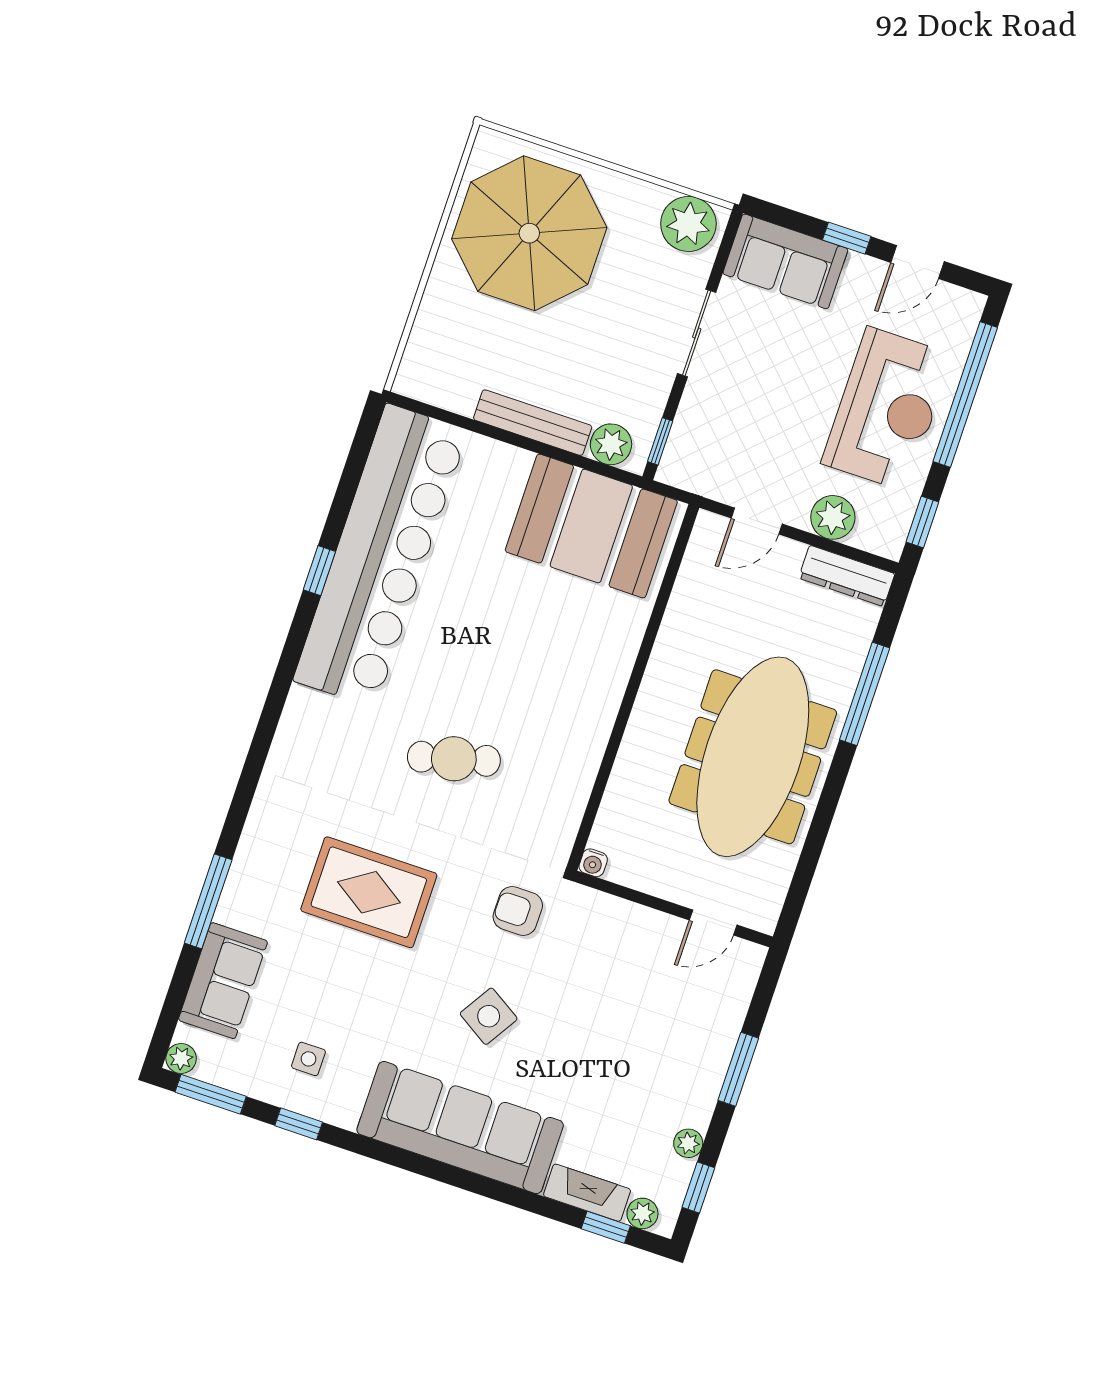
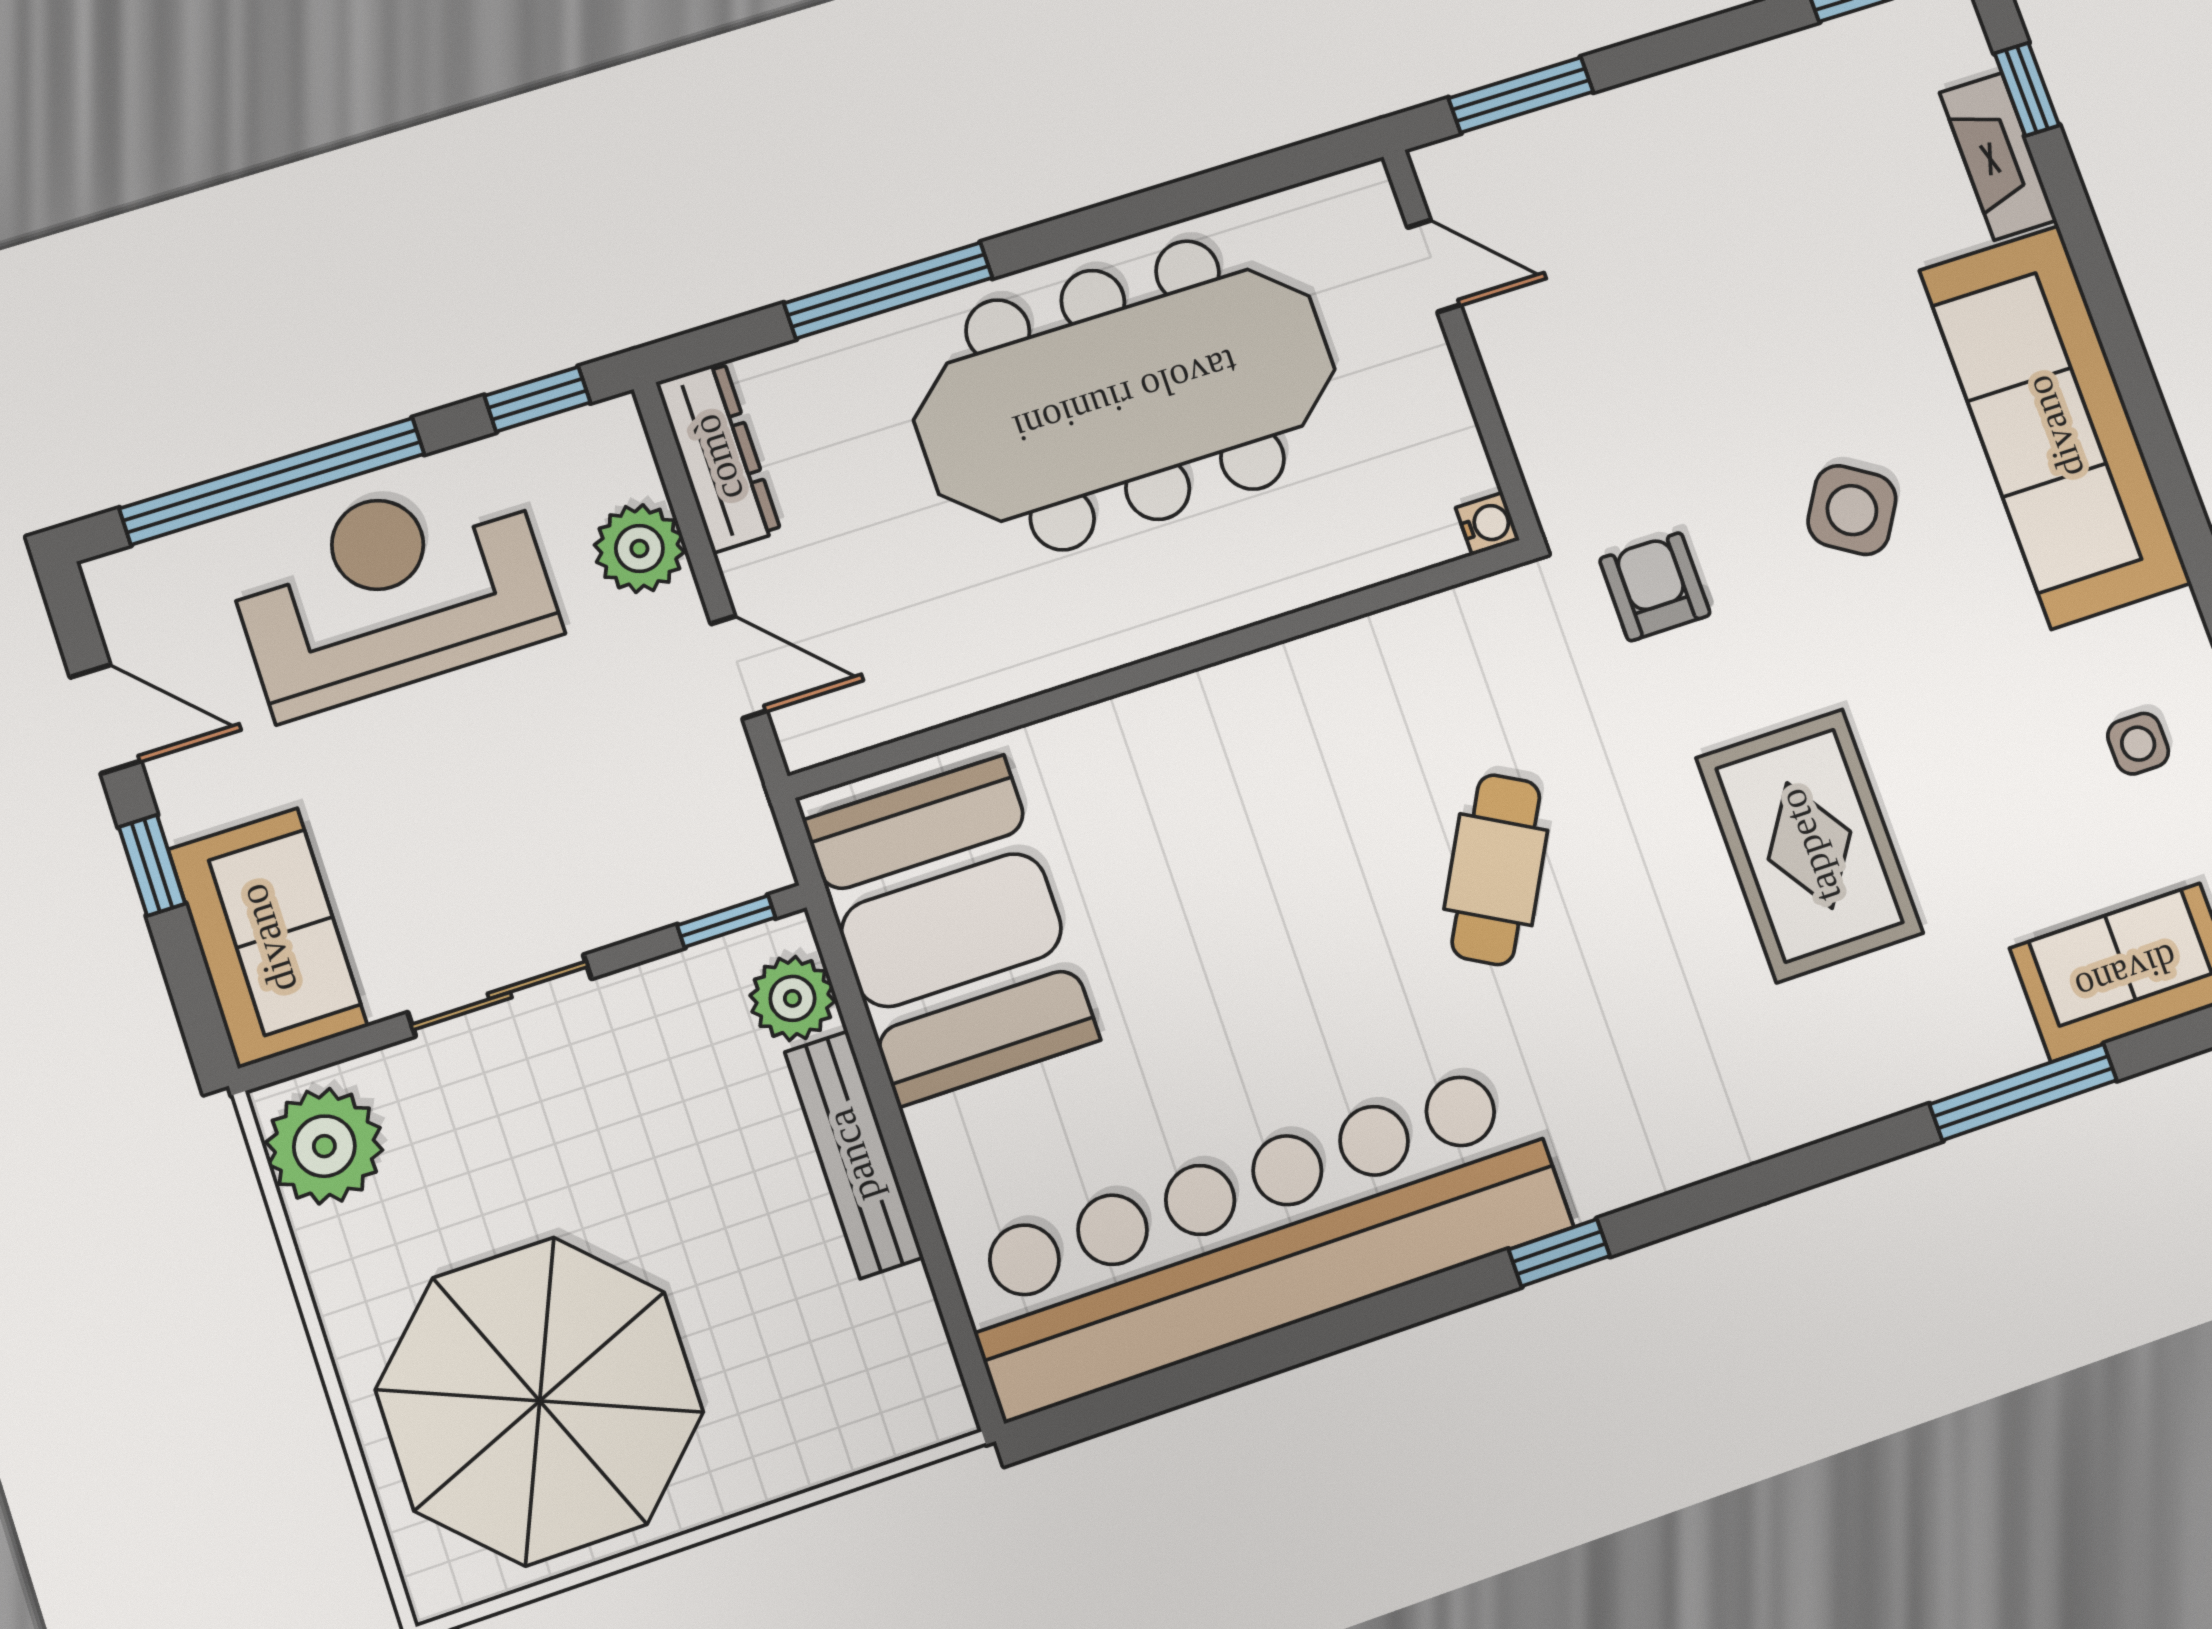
window: (319, 571) -> (1559, 1253), moved
cafe table: (454, 759) -> (1496, 870), turned 44
armchair: (518, 911) -> (1655, 587), turned 180
window: (738, 1069) -> (1521, 95), moved
plant: (688, 1143) -> (1802, 56), removed
plant: (642, 1213) -> (1962, 48), removed

